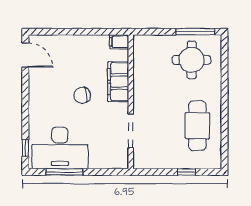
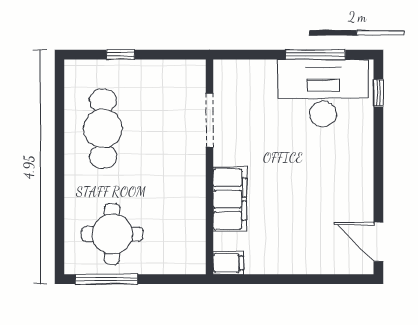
chair: (82, 95) -> (287, 177), removed

